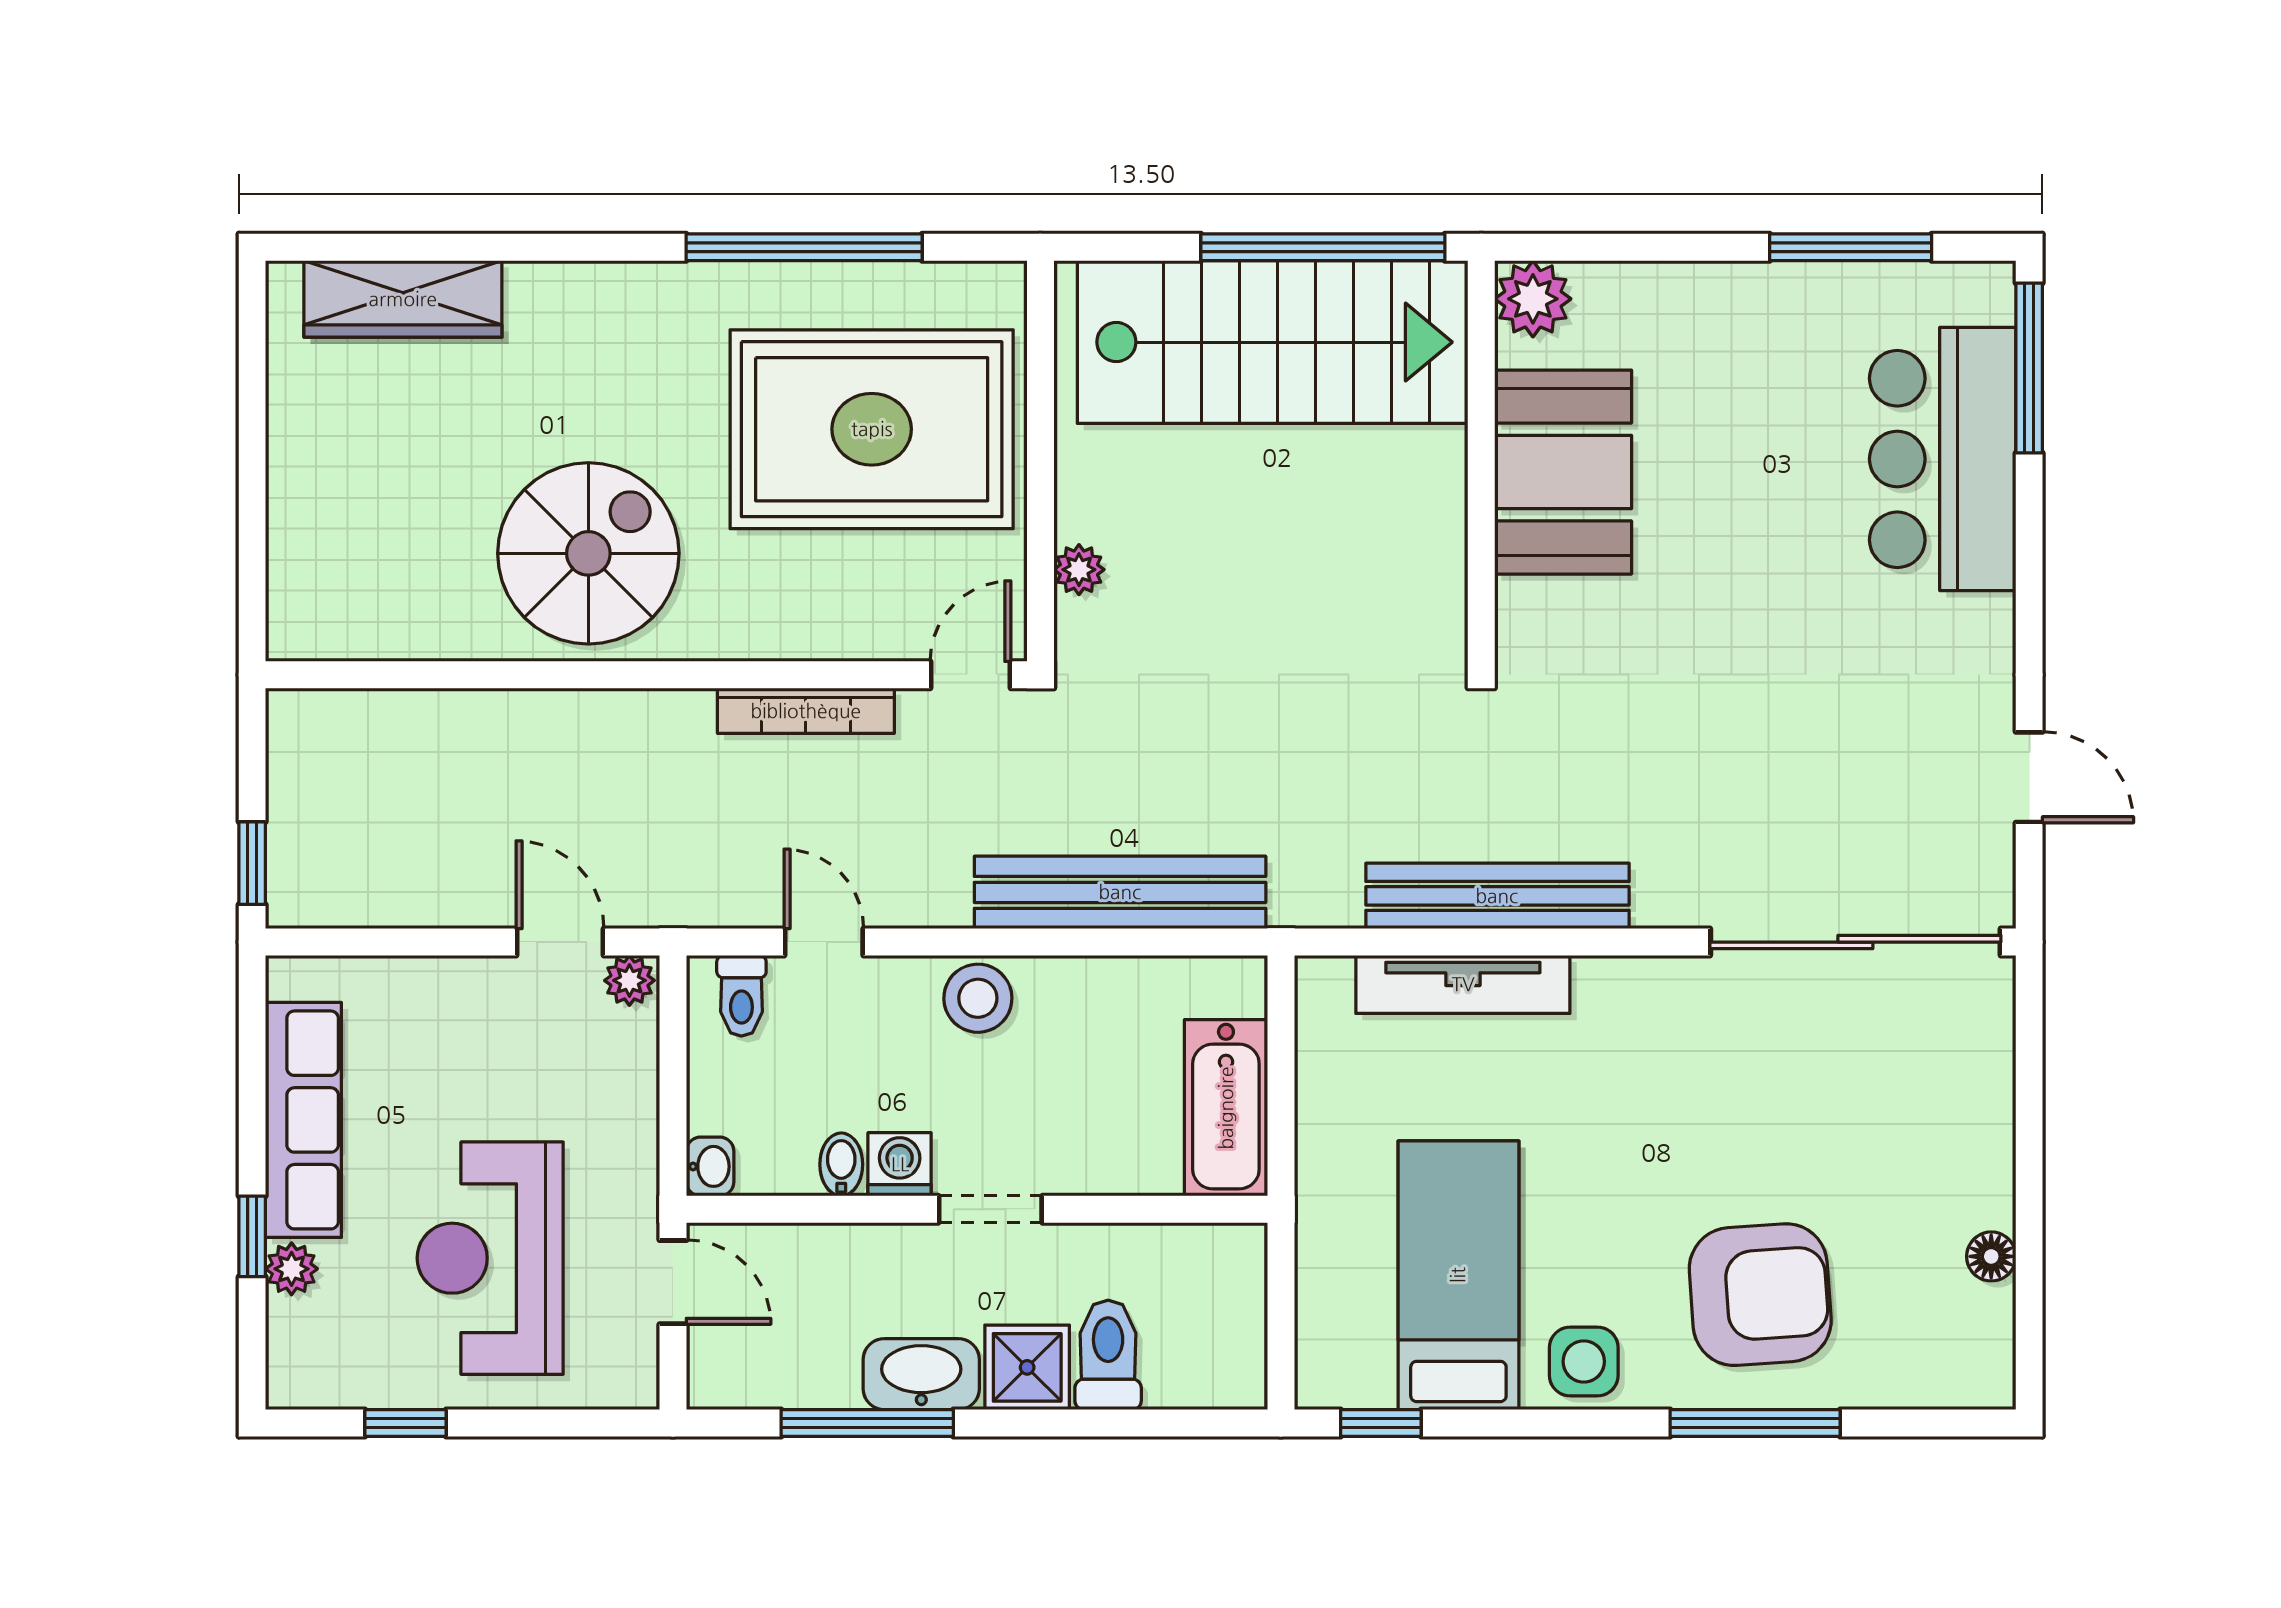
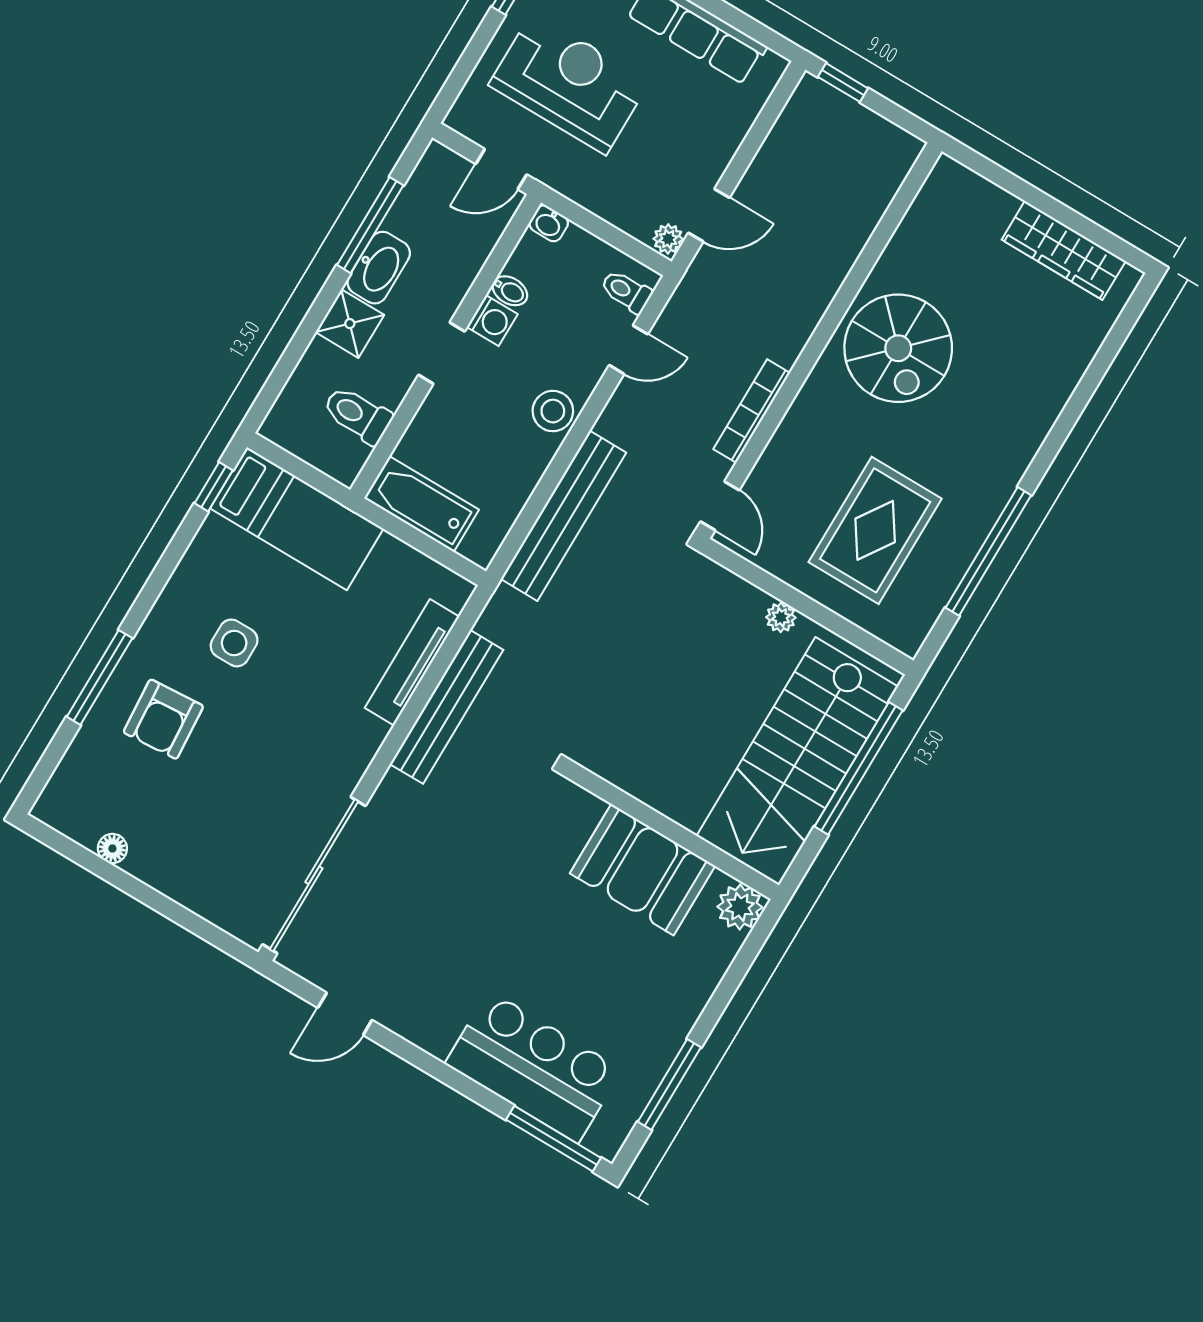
window: (1323, 247) -> (859, 768), moved
wardrobe: (403, 299) -> (1064, 250), moved, turned -90
rug: (872, 429) -> (875, 530), width x0.73, depth x0.69
plant: (1079, 570) -> (781, 617), moved
bed: (1458, 1275) -> (297, 519), moved
armchair: (1760, 1295) -> (163, 719), width x0.73, depth x0.73
toilet: (1108, 1355) -> (357, 415), moved, turned 180
side table: (1584, 1362) -> (234, 643), moved

